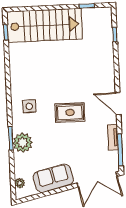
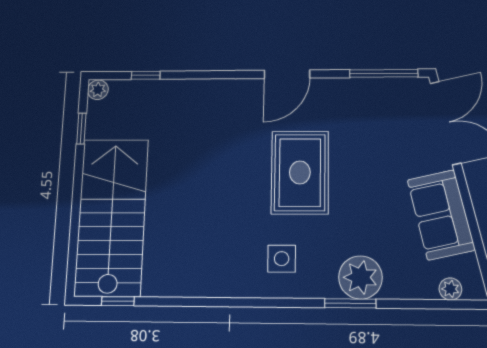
plant: (107, 12) -> (98, 90), added
rug: (70, 113) -> (300, 172), width x1.36, depth x1.43
tv unit: (113, 137) -> (357, 87), removed

